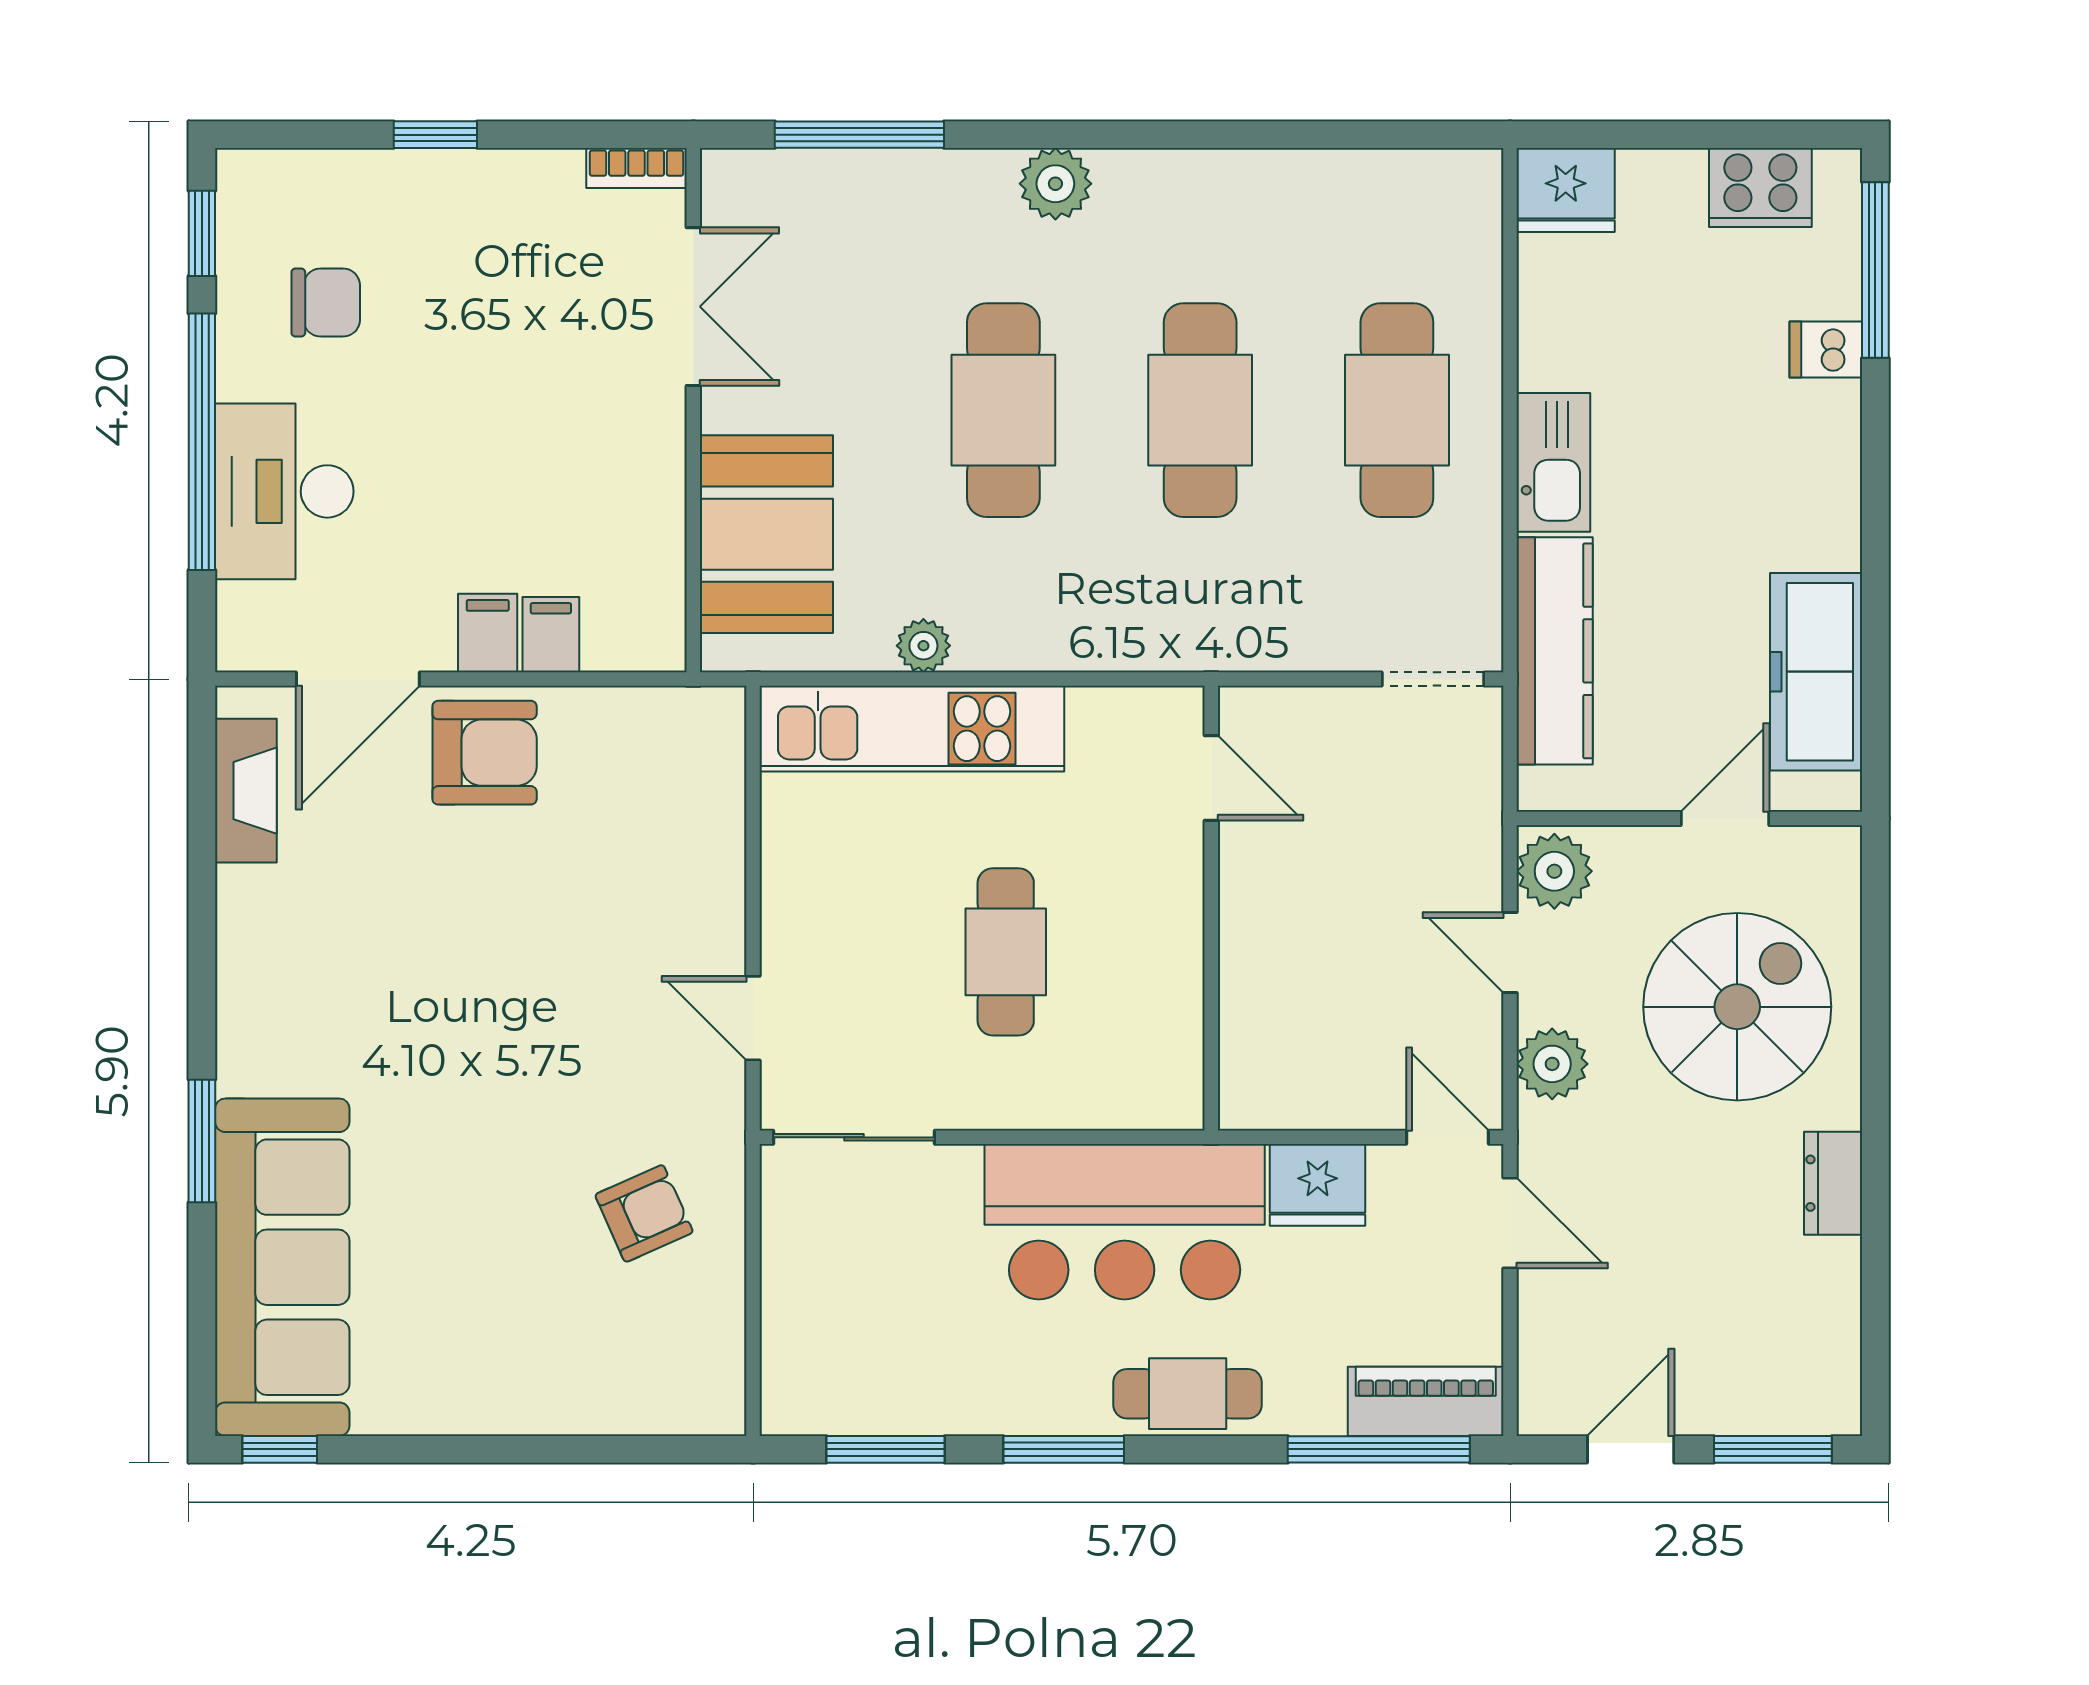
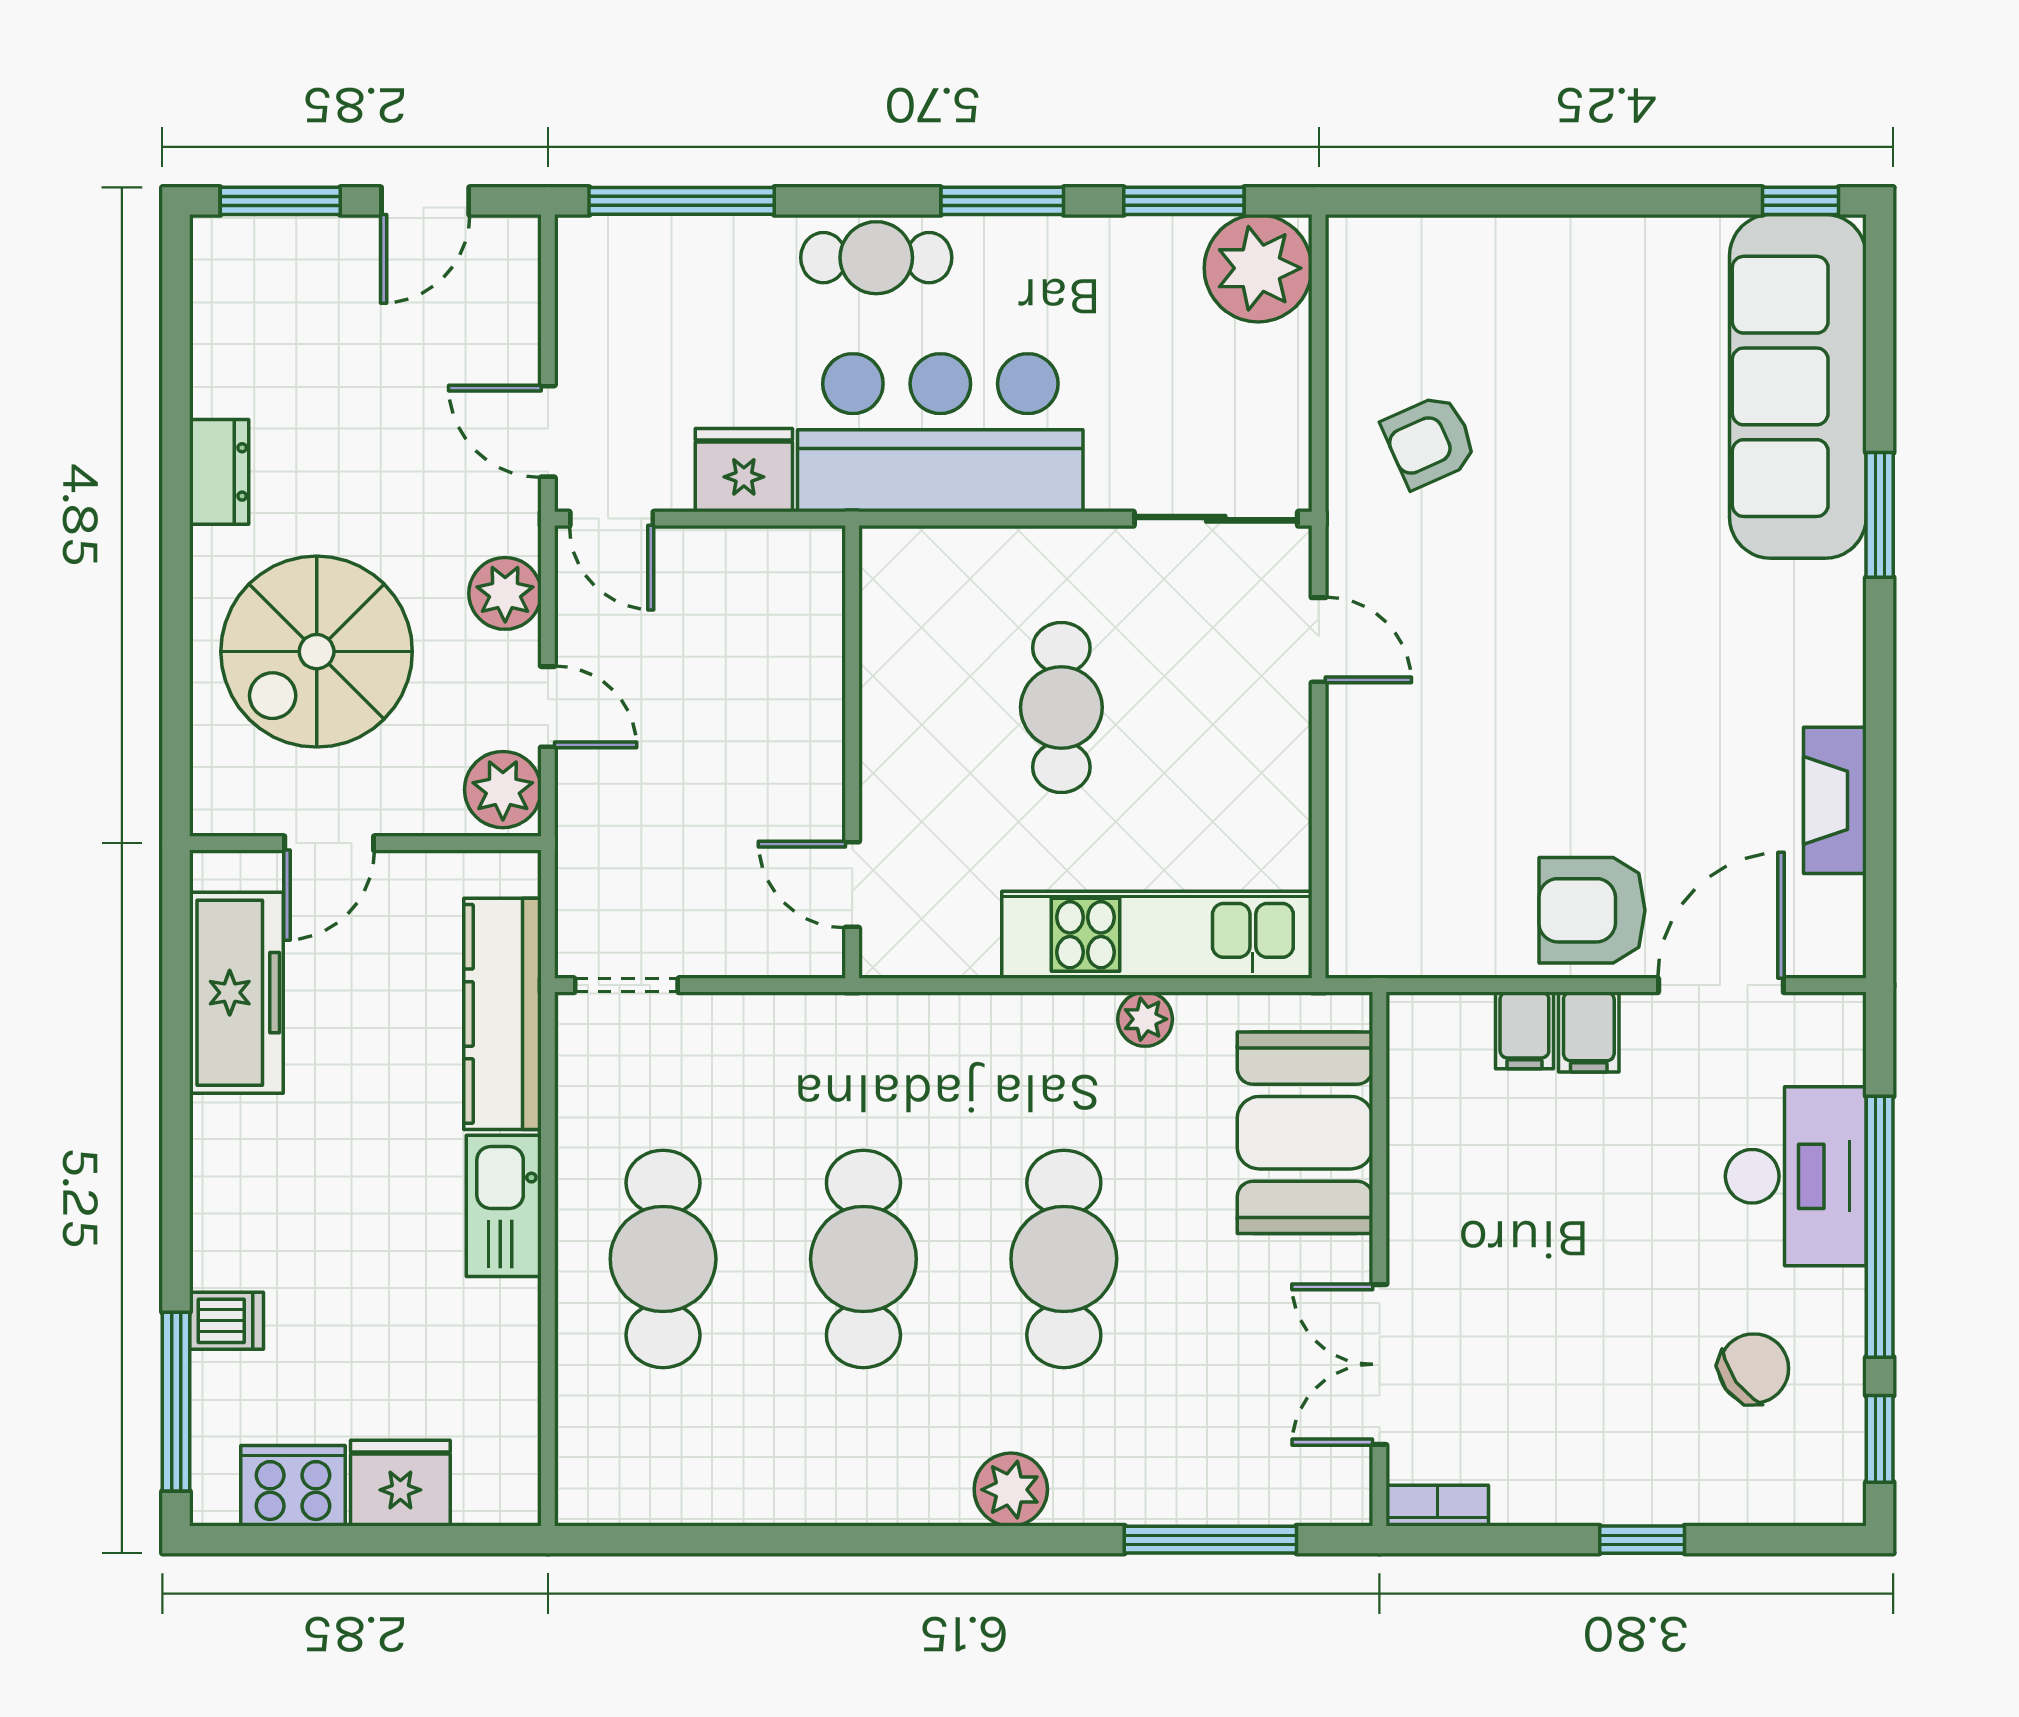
fridge: (1566, 190) -> (400, 1483), moved
chair: (326, 303) -> (1754, 1369), turned 144
fireplace: (246, 791) -> (1835, 800), moved
plant: (813, 1383) -> (1258, 268), added
piano: (1426, 1401) -> (634, 250), removed

